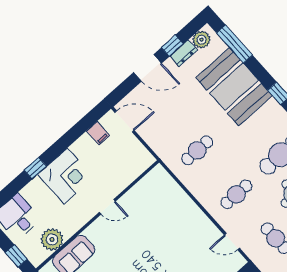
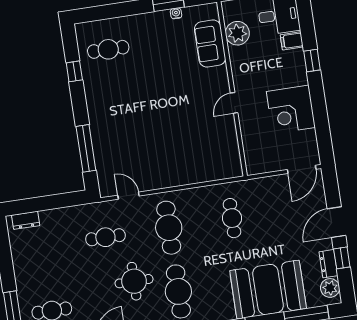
filing cabinet: (98, 133) -> (292, 41), moved
corner desk: (66, 176) -> (291, 110), moved
cafe table: (236, 194) -> (169, 228), width x1.37, depth x1.35
door: (232, 242) -> (128, 196), hinge flipped

